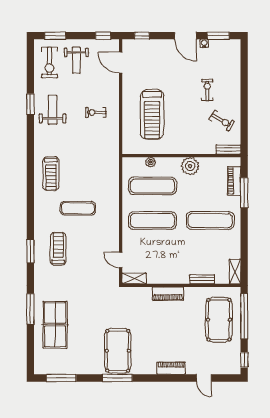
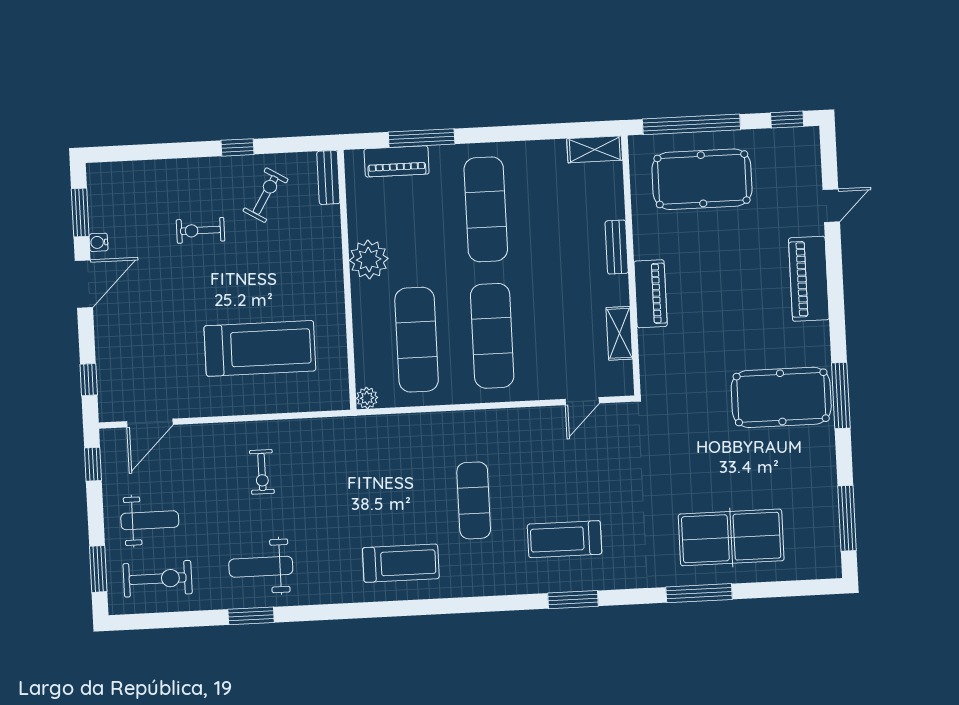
window: (244, 109) -> (238, 147), added
plant: (151, 162) -> (367, 398), moved
shelving: (134, 278) -> (619, 333), moved
bench: (202, 279) -> (617, 247), moved
piano: (171, 368) -> (809, 279), width x1.37, depth x1.33

